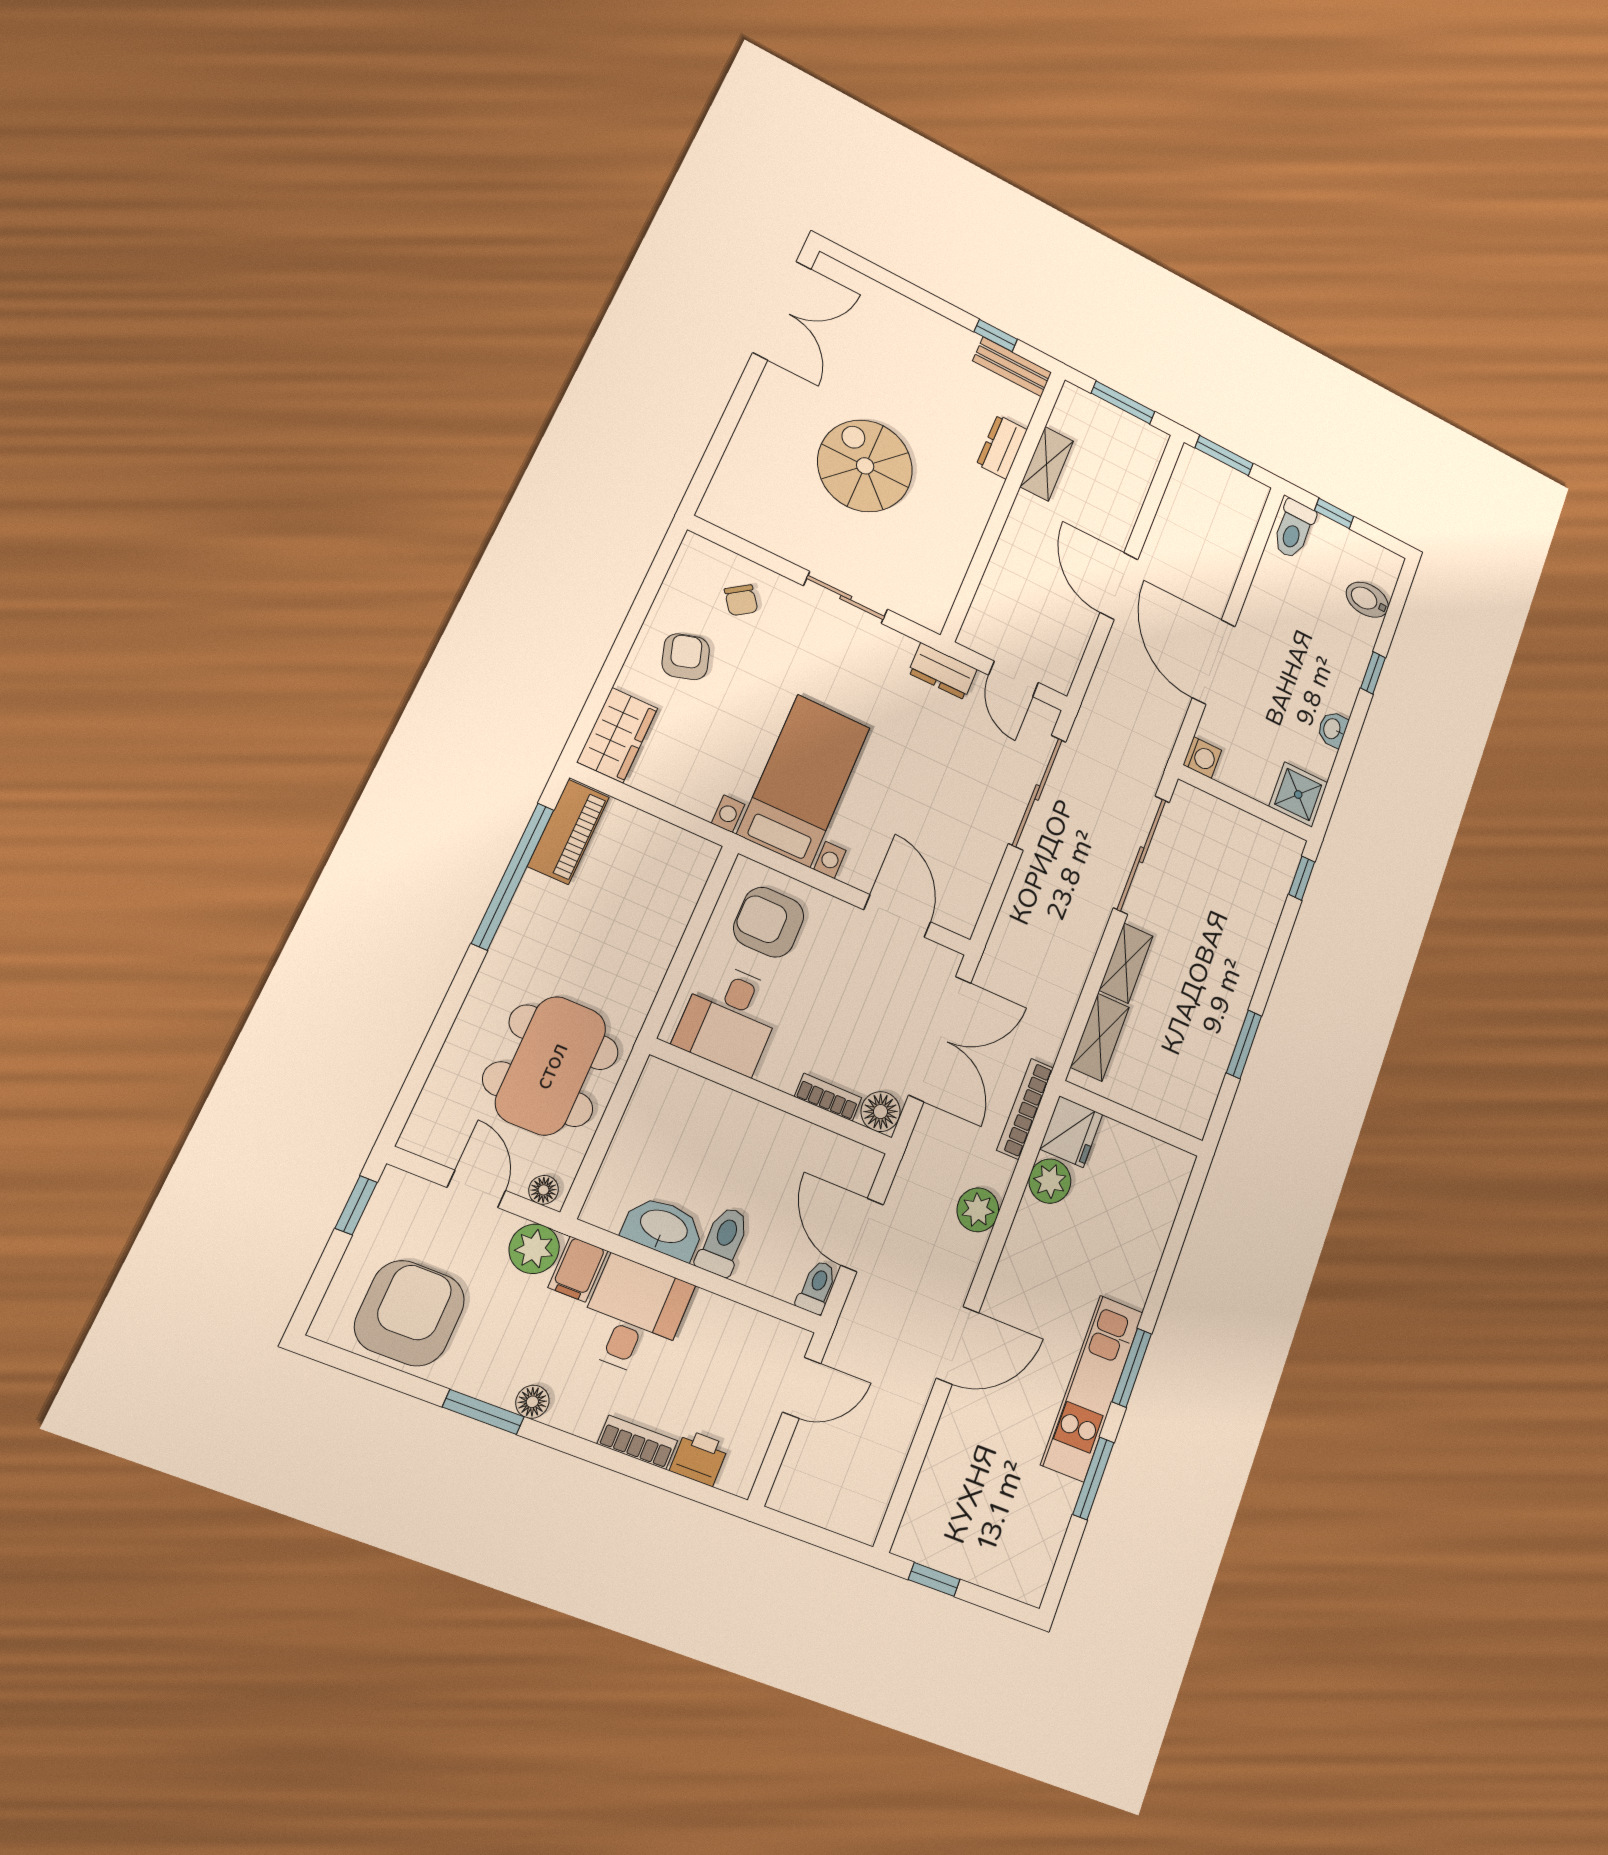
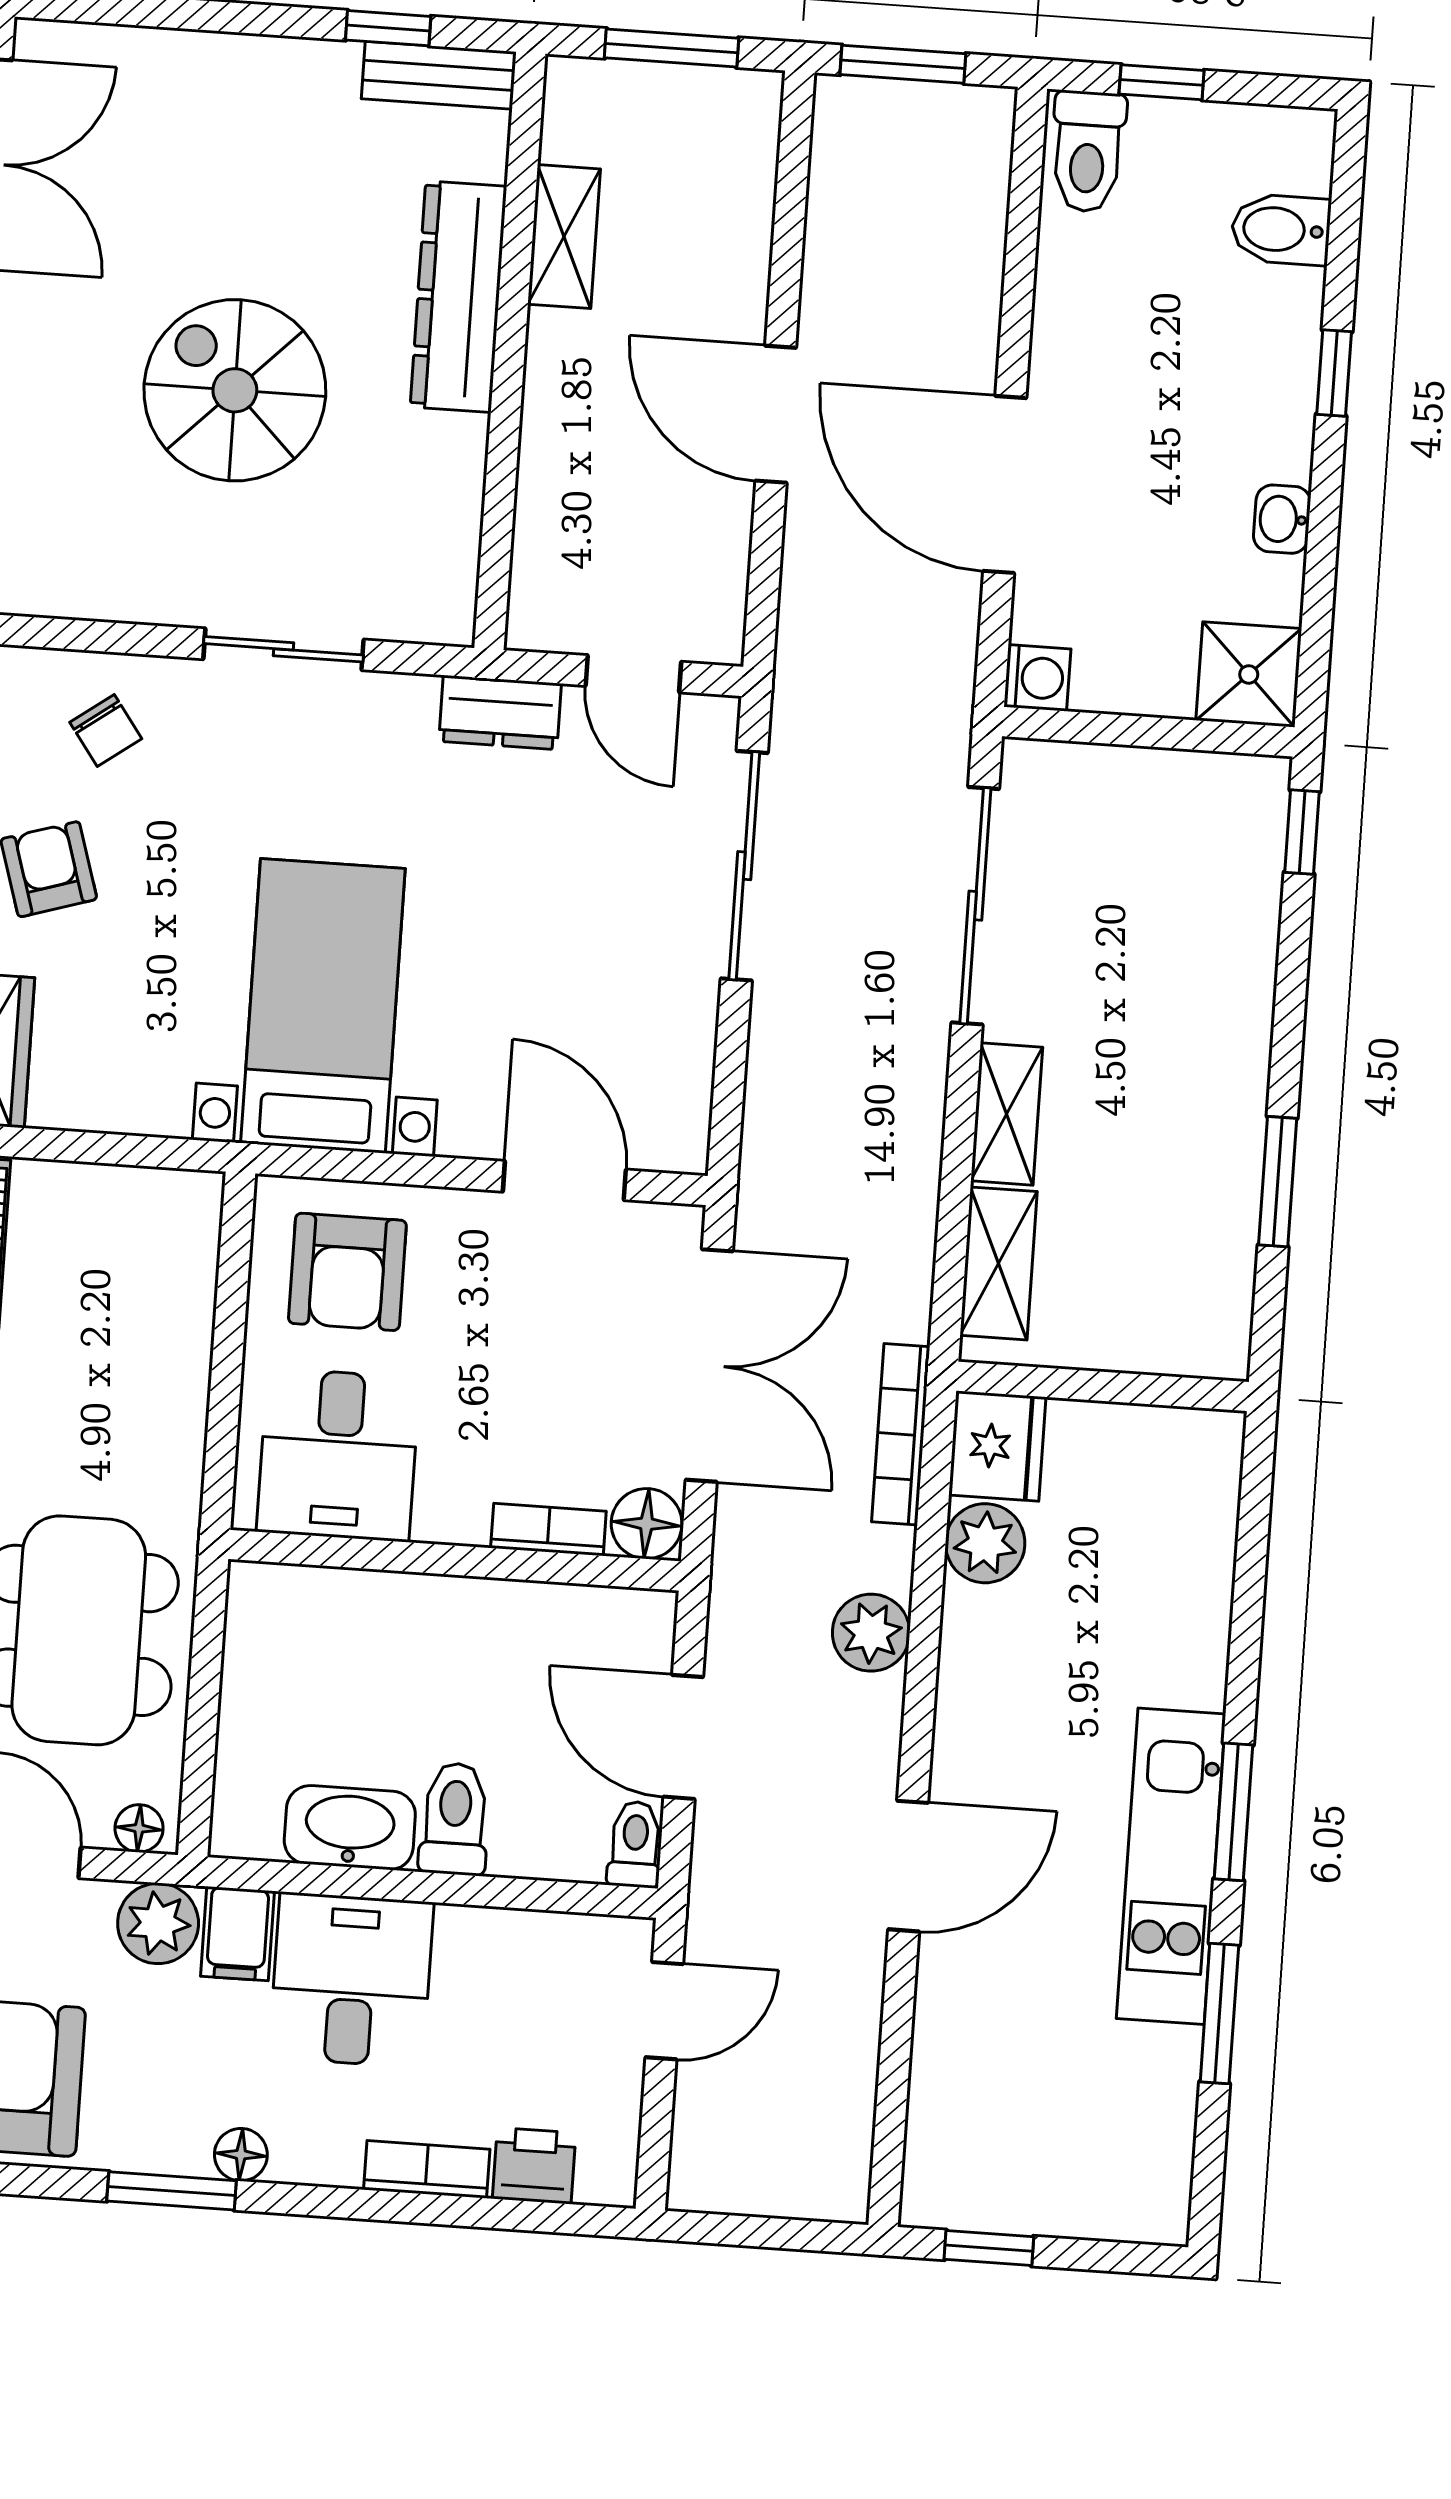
dresser: (1002, 447) -> (458, 297), width x1.96, depth x1.24
armchair: (769, 922) -> (347, 1272), turned -90

